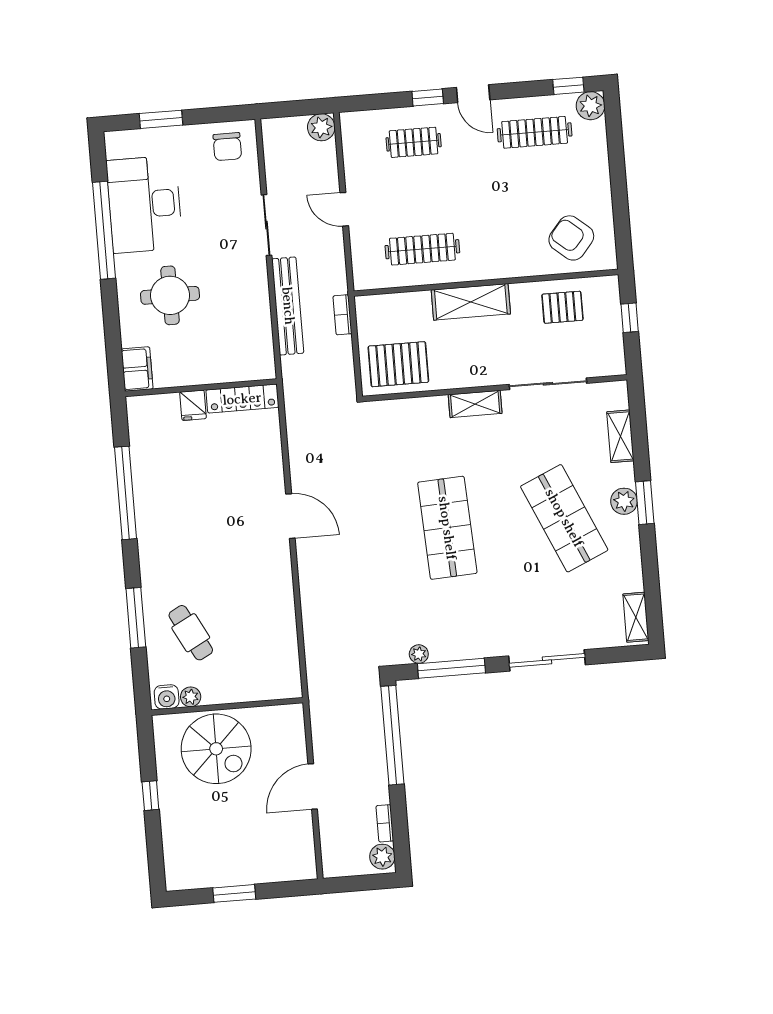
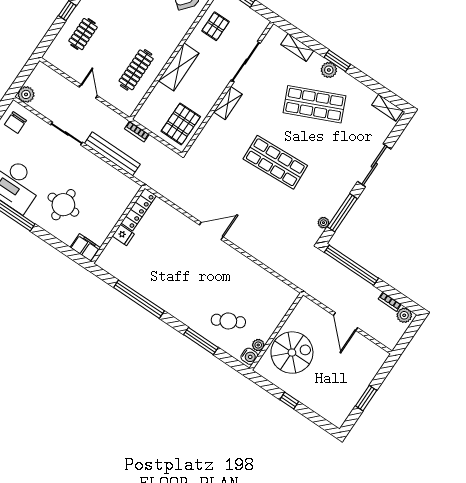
plant: (321, 127) -> (26, 94), moved
chair: (227, 147) -> (15, 122), turned 90
door: (344, 209) -> (88, 91), swing flipped

